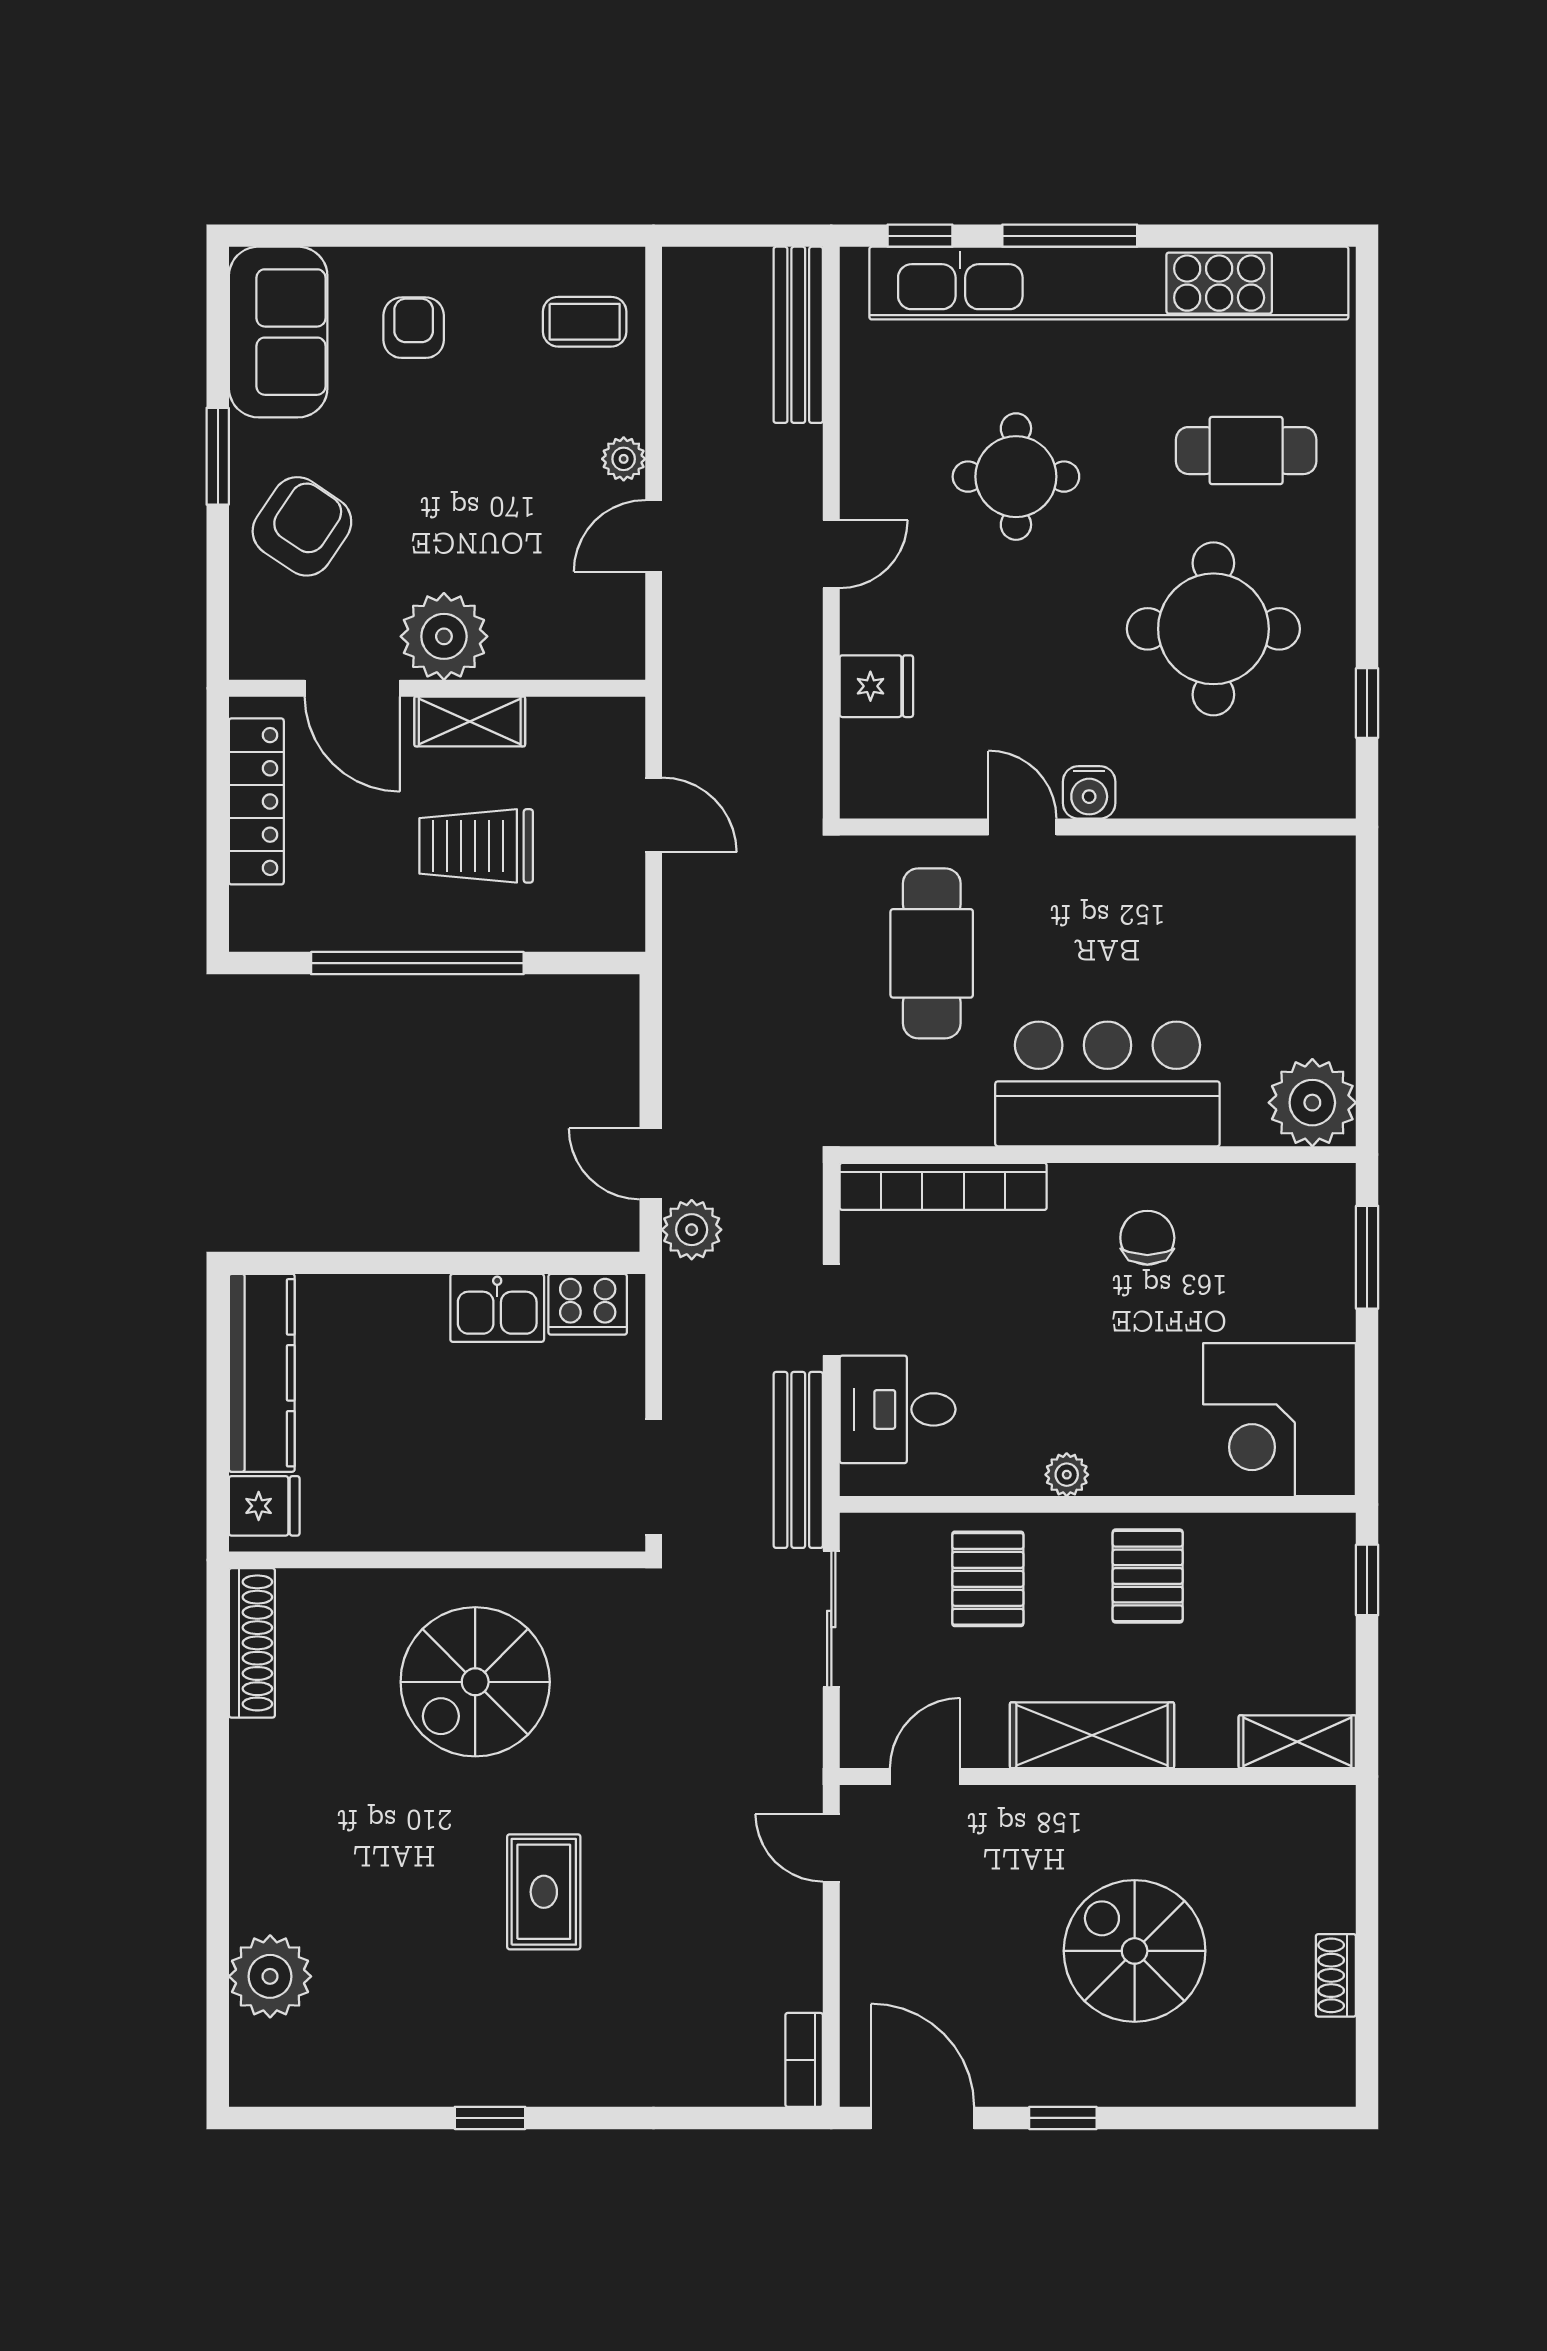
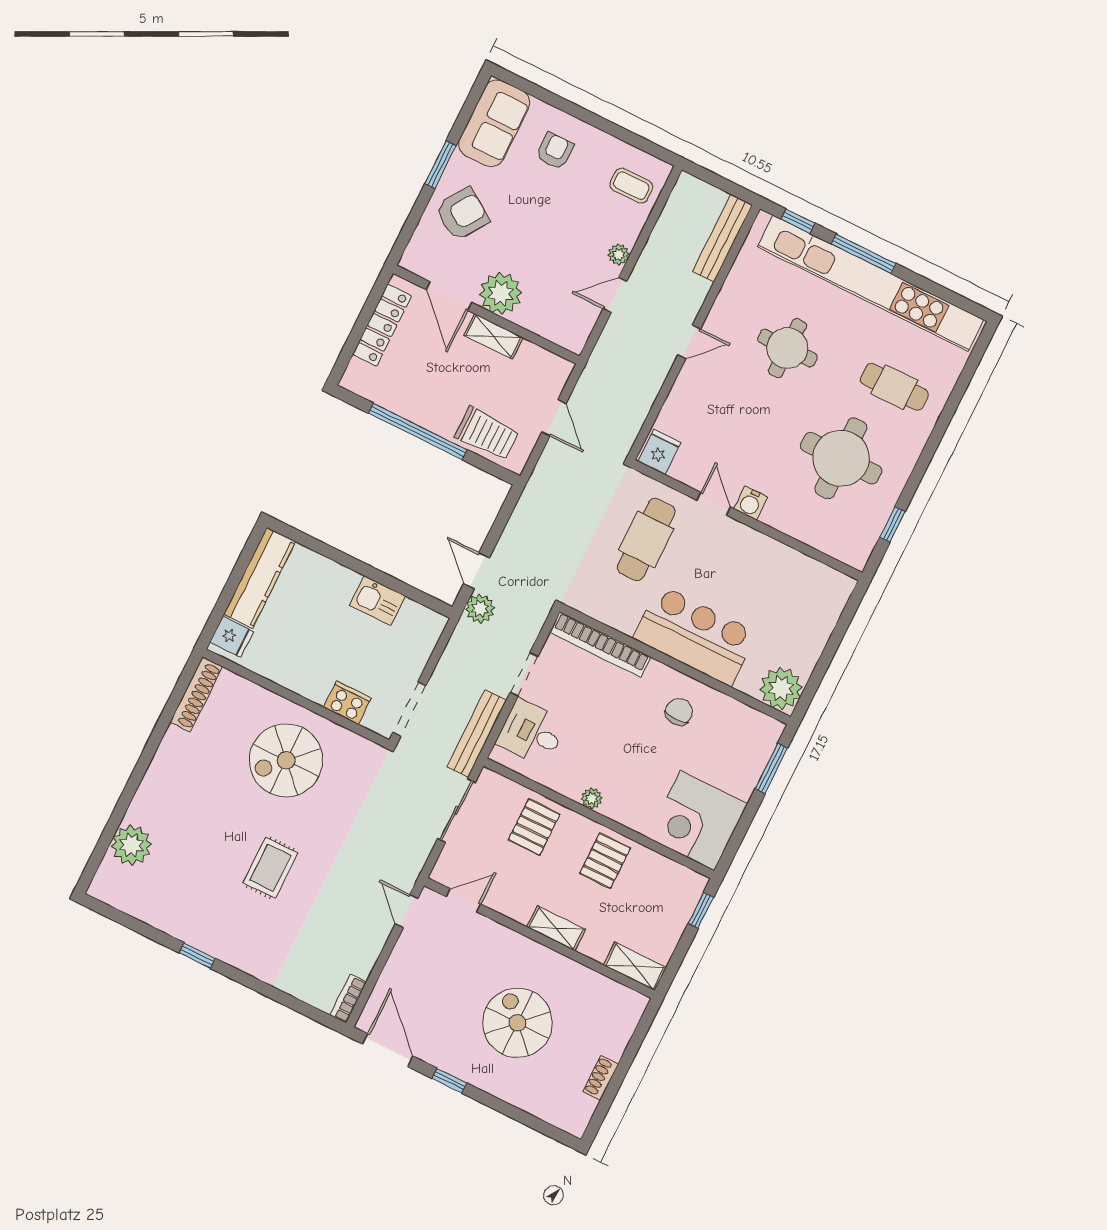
fridge: (876, 686) -> (659, 452), moved, turned -90
trolley: (476, 846) -> (487, 434), moved, turned 180
cooker: (588, 1304) -> (347, 703), moved, turned 180
shelving: (1092, 1735) -> (556, 928), width x0.67, depth x0.75

